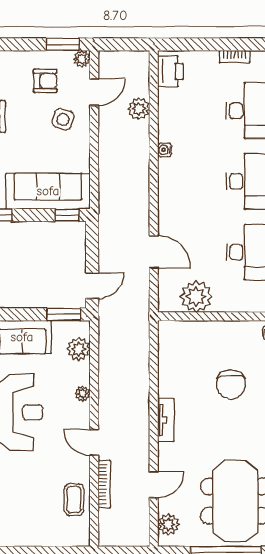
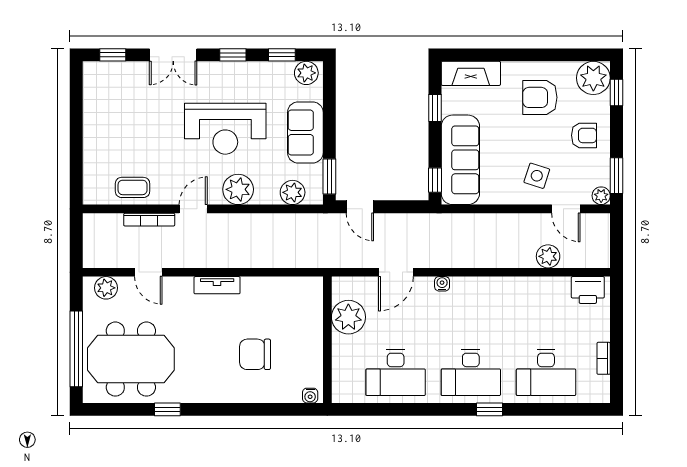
armchair: (45, 81) -> (584, 135), moved, turned -90
water cooler: (165, 150) -> (442, 284), moved
plant: (83, 394) -> (238, 189), width x1.87, depth x1.87

